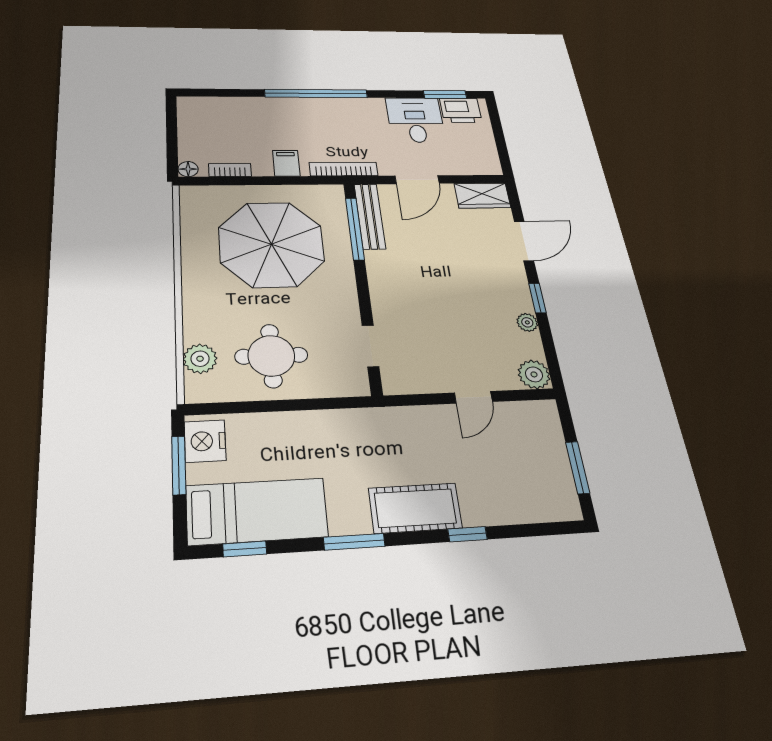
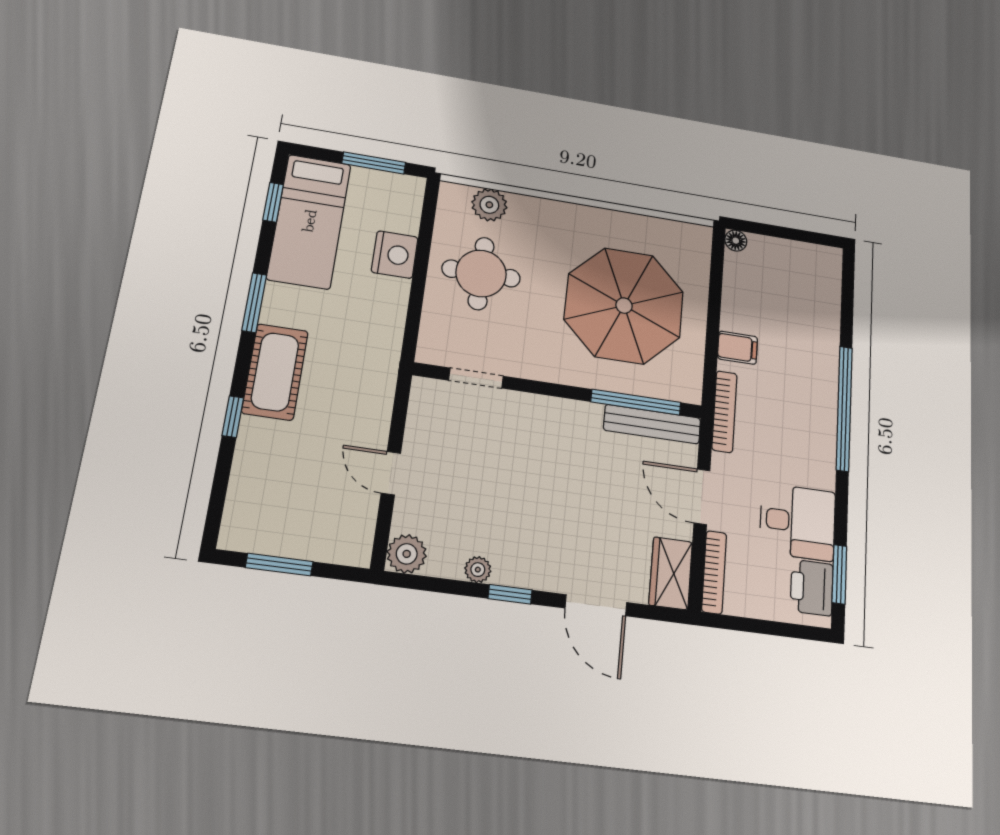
bookcase: (230, 170) -> (714, 572), moved, width x1.56
nightstand: (205, 441) -> (395, 255), moved, turned 90

